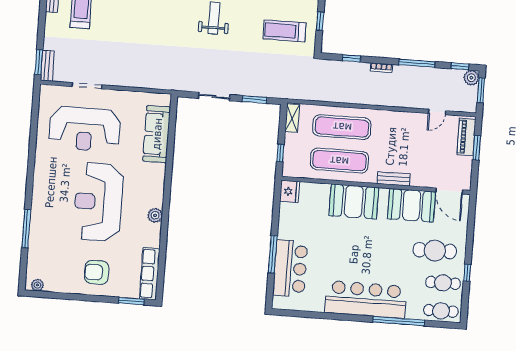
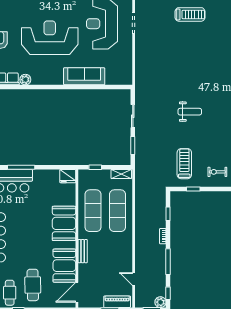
sofa: (157, 134) -> (84, 76), moved
plant: (155, 215) -> (25, 80), moved

